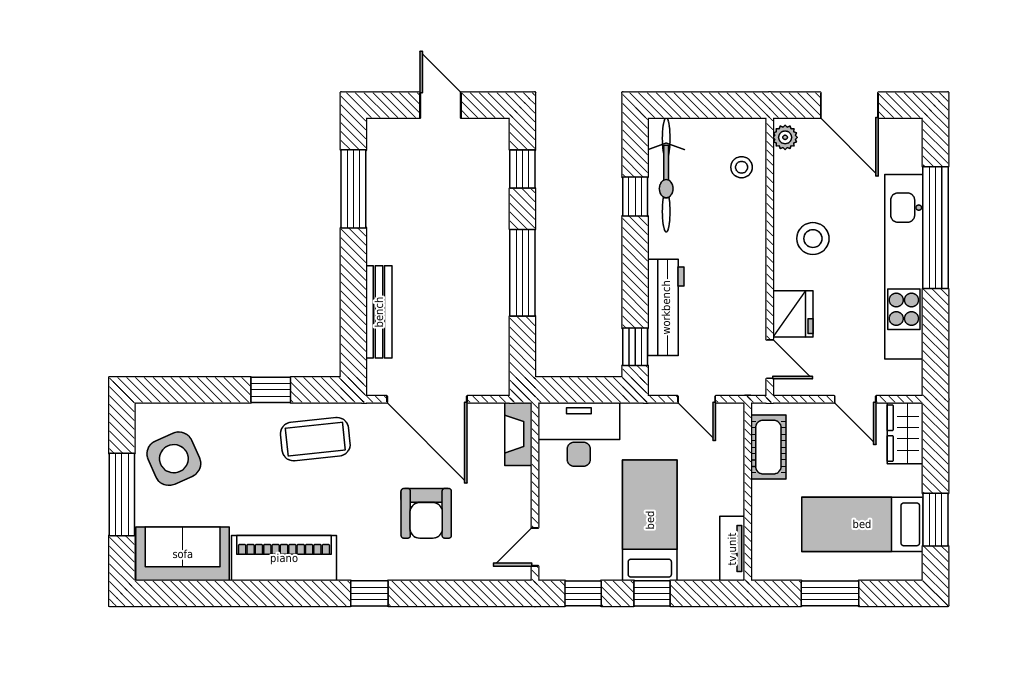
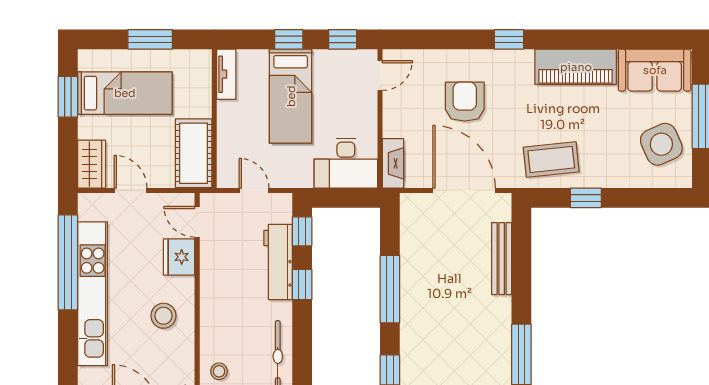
window: (635, 197) -> (302, 284), moved
window: (935, 228) -> (68, 262), moved
cot: (768, 447) -> (194, 153), width x1.37, depth x1.34

